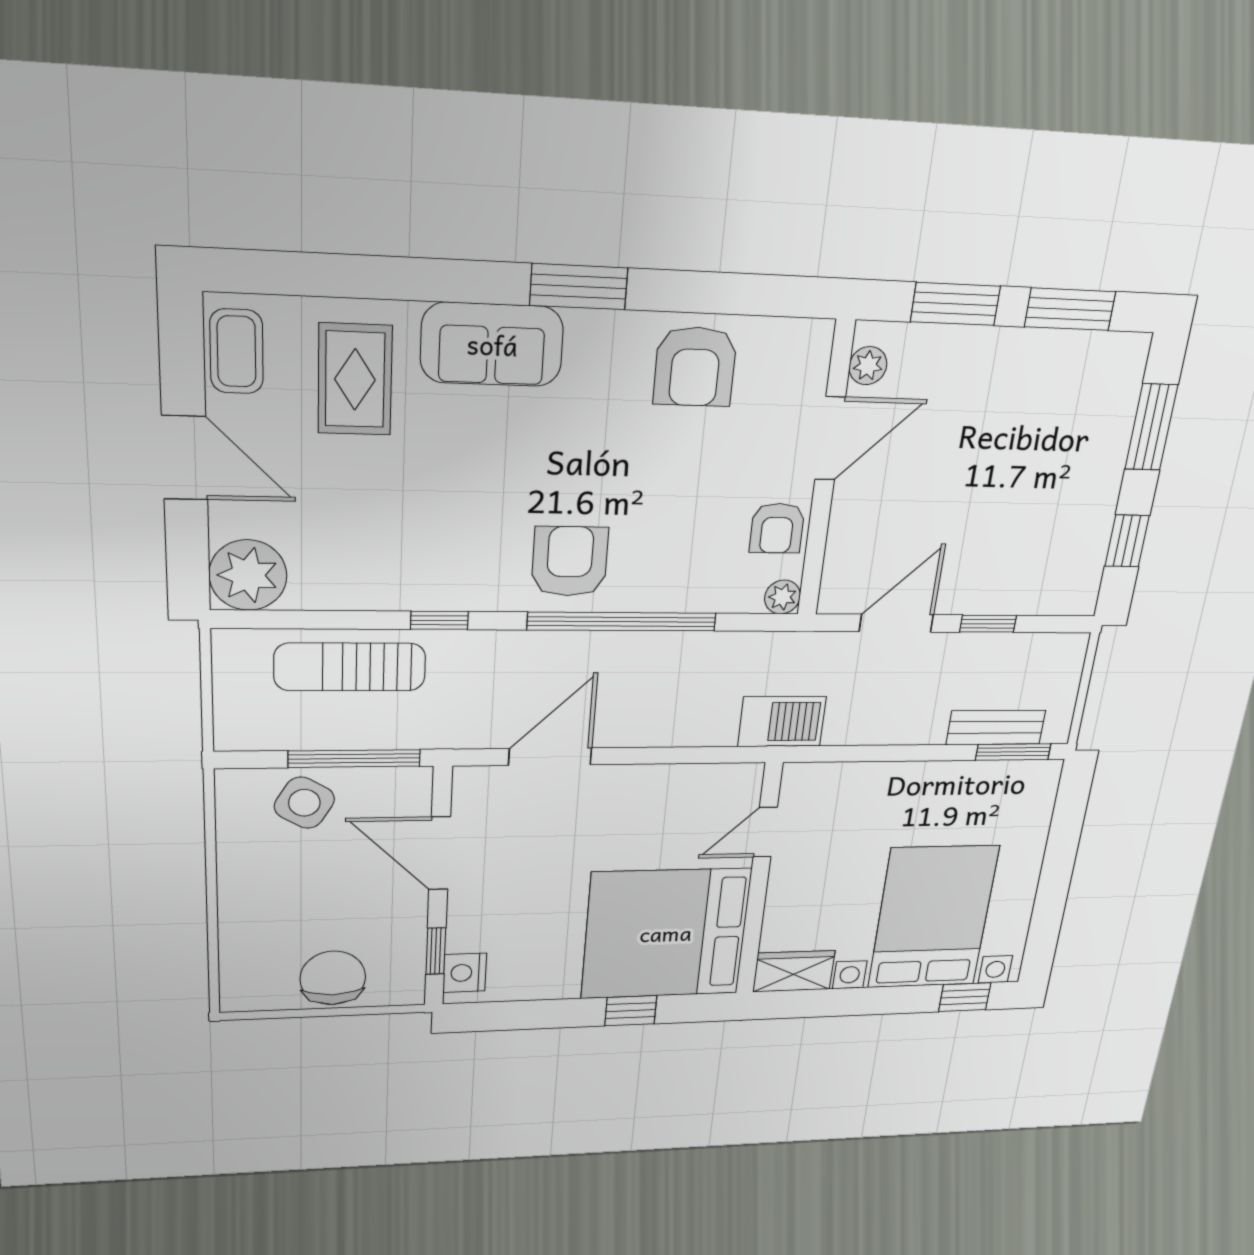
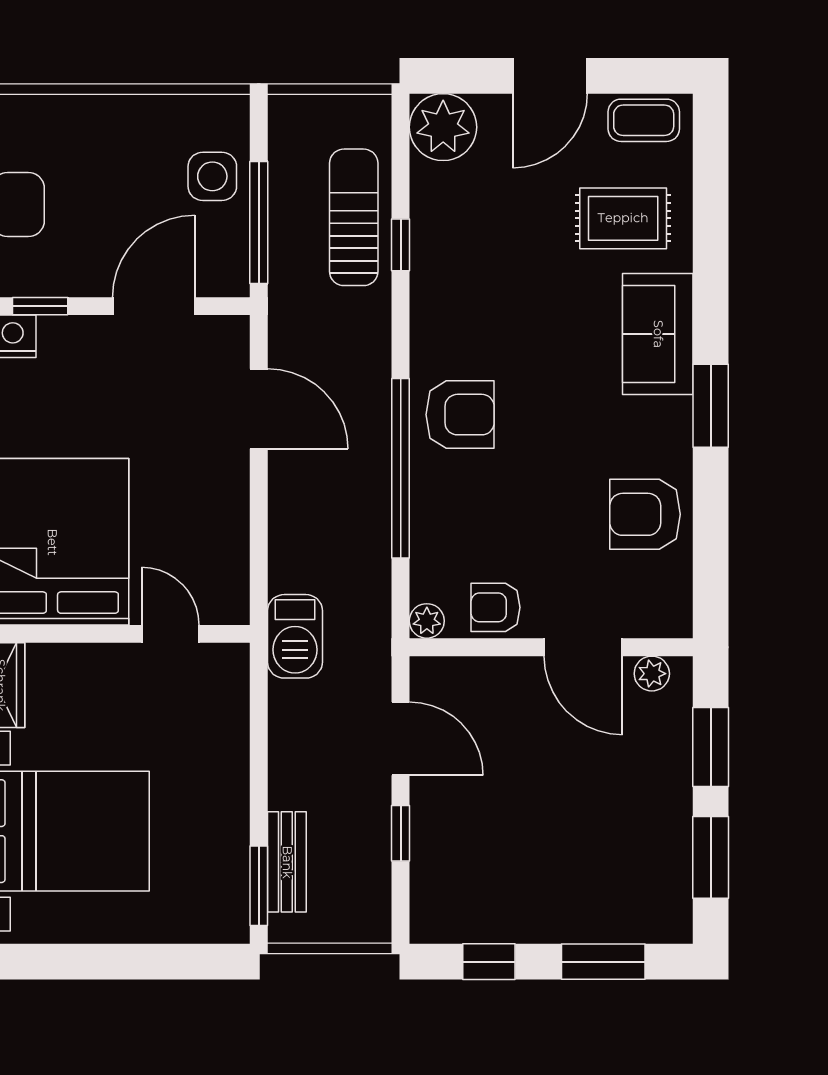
window: (439, 620) -> (401, 245), moved
side table: (304, 803) -> (212, 176), turned -31

